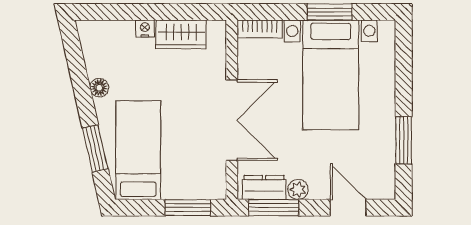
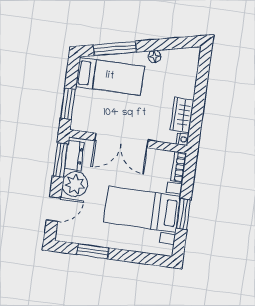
nightstand: (145, 29) -> (183, 139), moved
window: (95, 149) -> (115, 48), width x1.44
plant: (298, 190) -> (75, 184), width x1.88, depth x1.88

